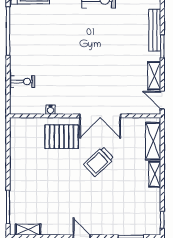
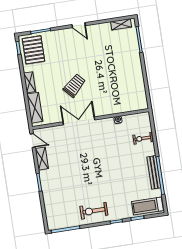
bench: (155, 30) -> (154, 172), moved
pallet: (62, 137) -> (33, 50), moved, turned 90

